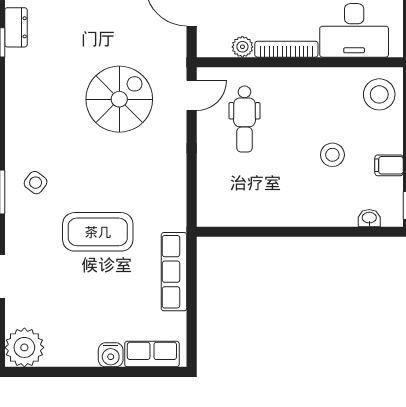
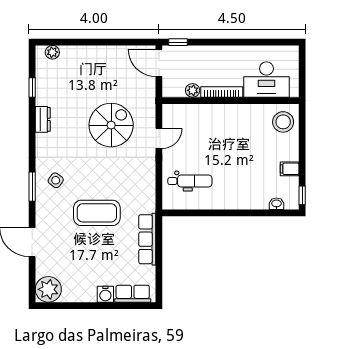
dresser: (16, 27) -> (43, 119), moved
door: (192, 95) -> (159, 138), moved
dental chair: (244, 119) -> (190, 181), moved, turned -90
stool: (332, 155) -> (252, 162), removed

